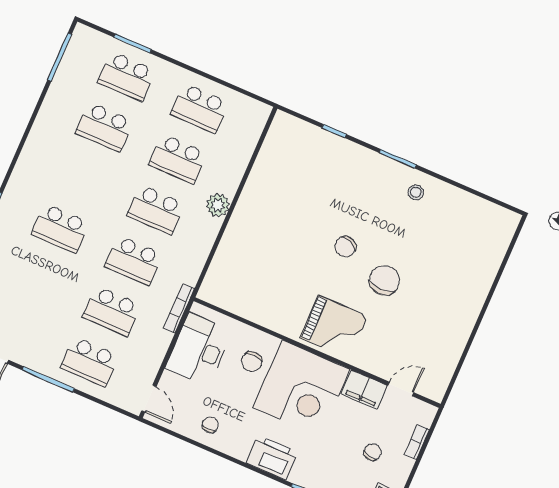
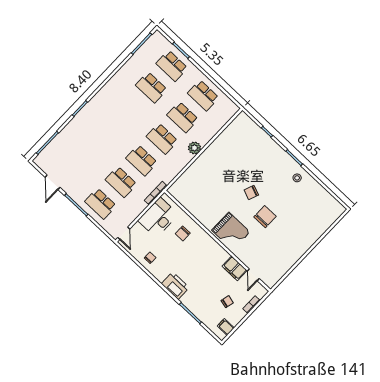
school desk: (60, 228) -> (110, 131), removed
corner desk: (301, 388) -> (203, 256), removed
door: (401, 389) -> (253, 275), swing flipped

